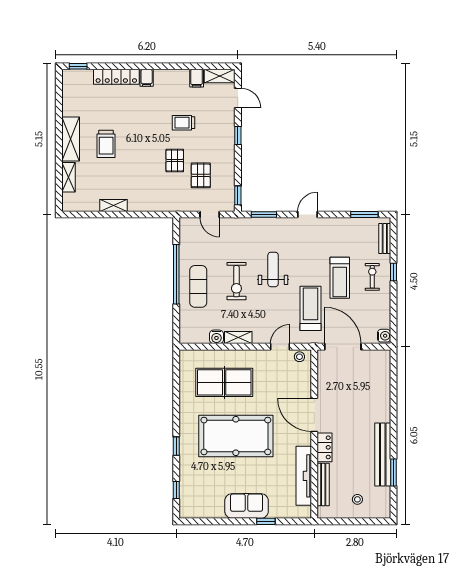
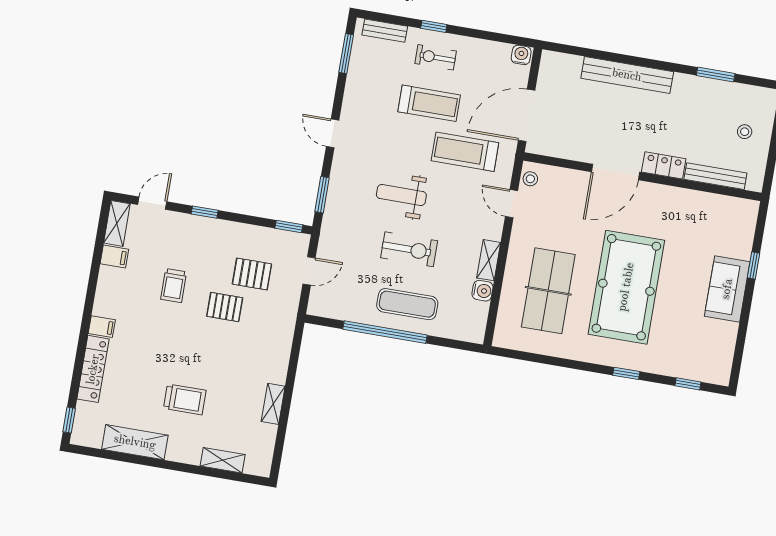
shelving: (71, 139) -> (135, 442), moved
bench: (383, 454) -> (627, 75), moved
tv unit: (304, 476) -> (699, 201), removed

